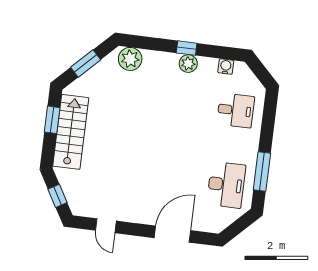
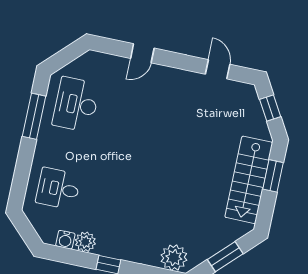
plant: (188, 64) -> (85, 242), moved
window: (52, 120) -> (273, 176), moved
door: (172, 234) -> (142, 53), width x0.53

